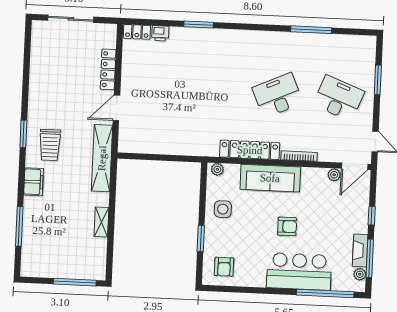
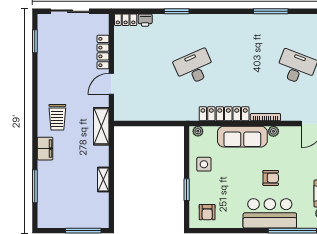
desk: (278, 95) -> (194, 67), moved
window: (23, 134) -> (35, 41), moved
shelving: (102, 158) -> (101, 126), width x0.68
plant: (334, 175) -> (273, 131), moved
armchair: (287, 226) -> (271, 178), moved

